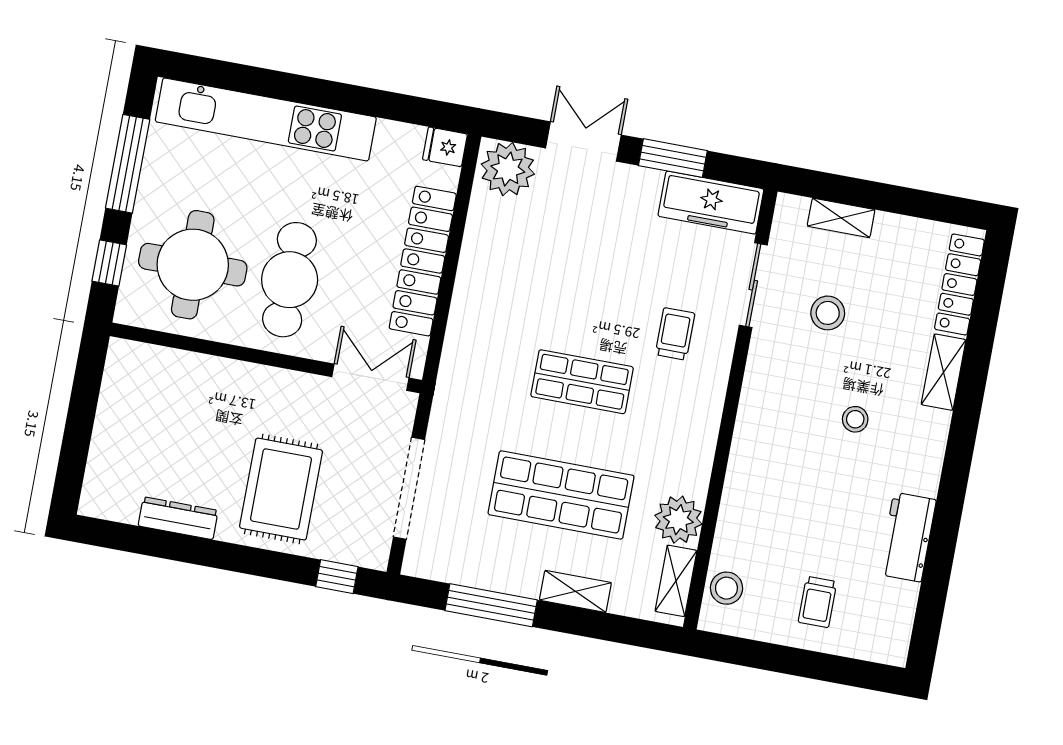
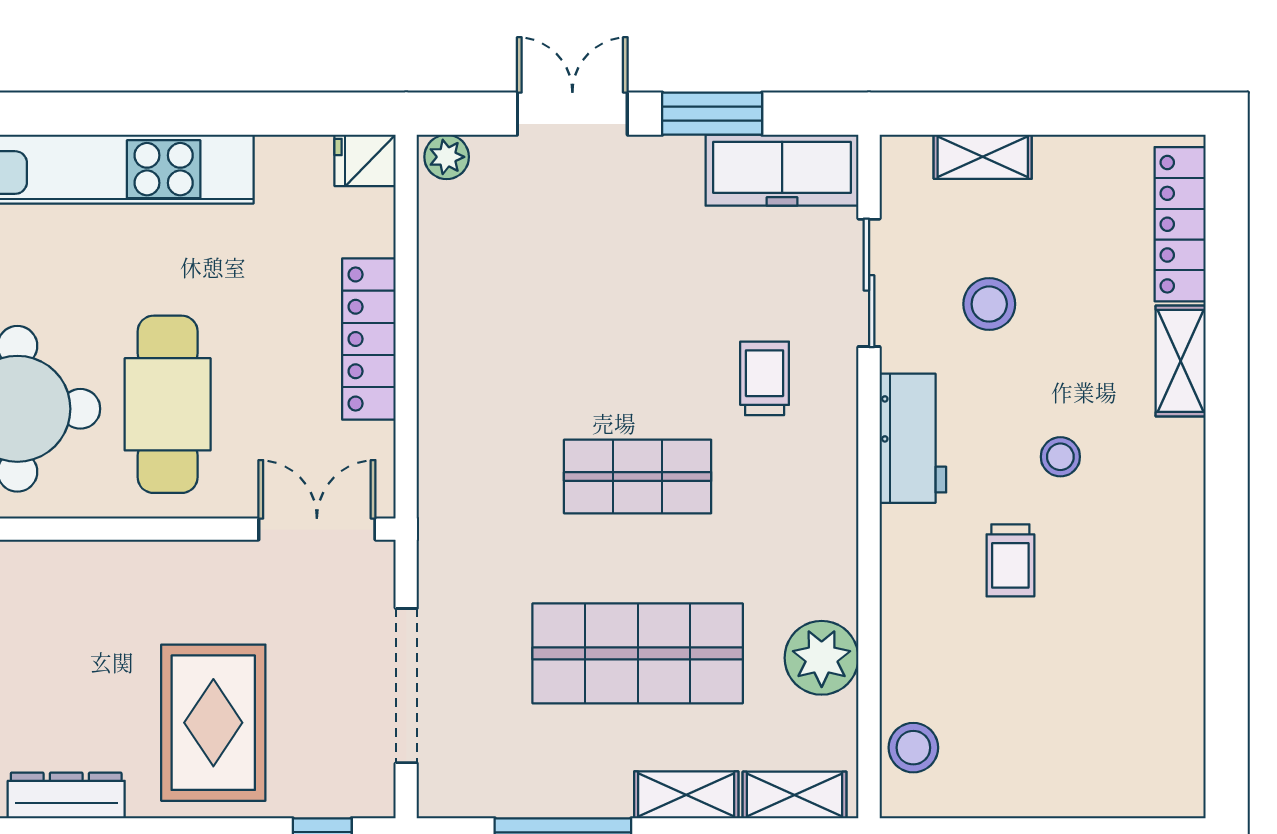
plant: (508, 169) -> (447, 157), width x0.53, depth x0.53
locker: (423, 261) -> (369, 339), width x0.71, depth x0.83
workbench: (907, 537) -> (913, 438), moved, turned 180
shelving: (676, 581) -> (795, 795), moved, turned 90
trolley: (818, 602) -> (1010, 560), moved

